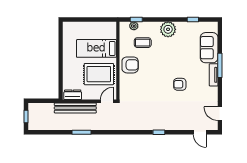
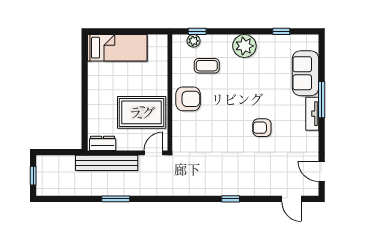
bed: (96, 48) -> (117, 48), moved, turned 180

